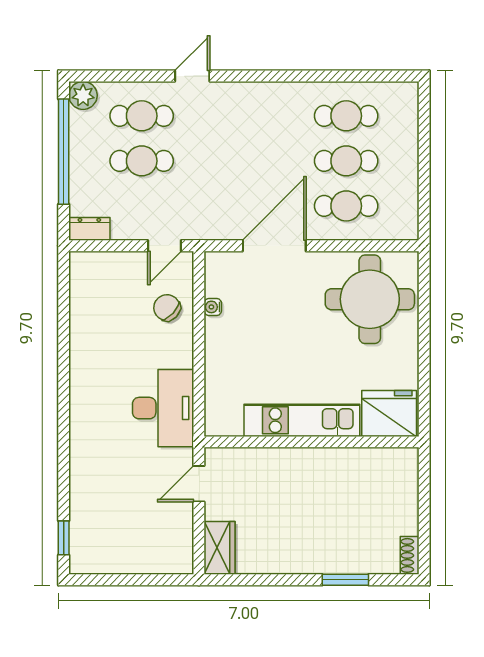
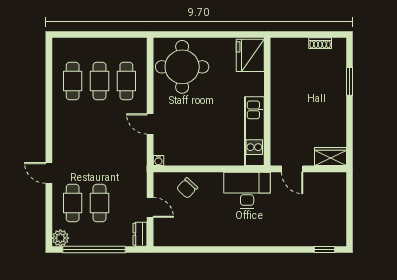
door: (165, 246) -> (150, 207), moved
door: (274, 246) -> (150, 124), width x0.53
water cooler: (213, 307) -> (158, 161), moved
kitchen unit: (302, 420) -> (254, 131), moved
shoe rack: (410, 555) -> (320, 43), moved

